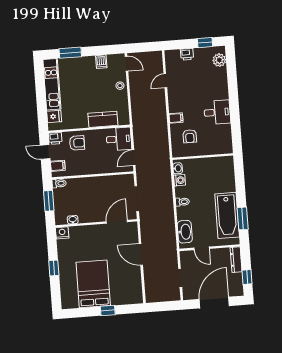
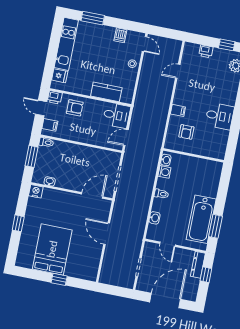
washbasin: (185, 232) -> (155, 218), width x0.52, depth x0.69
window: (247, 277) -> (206, 275), moved

